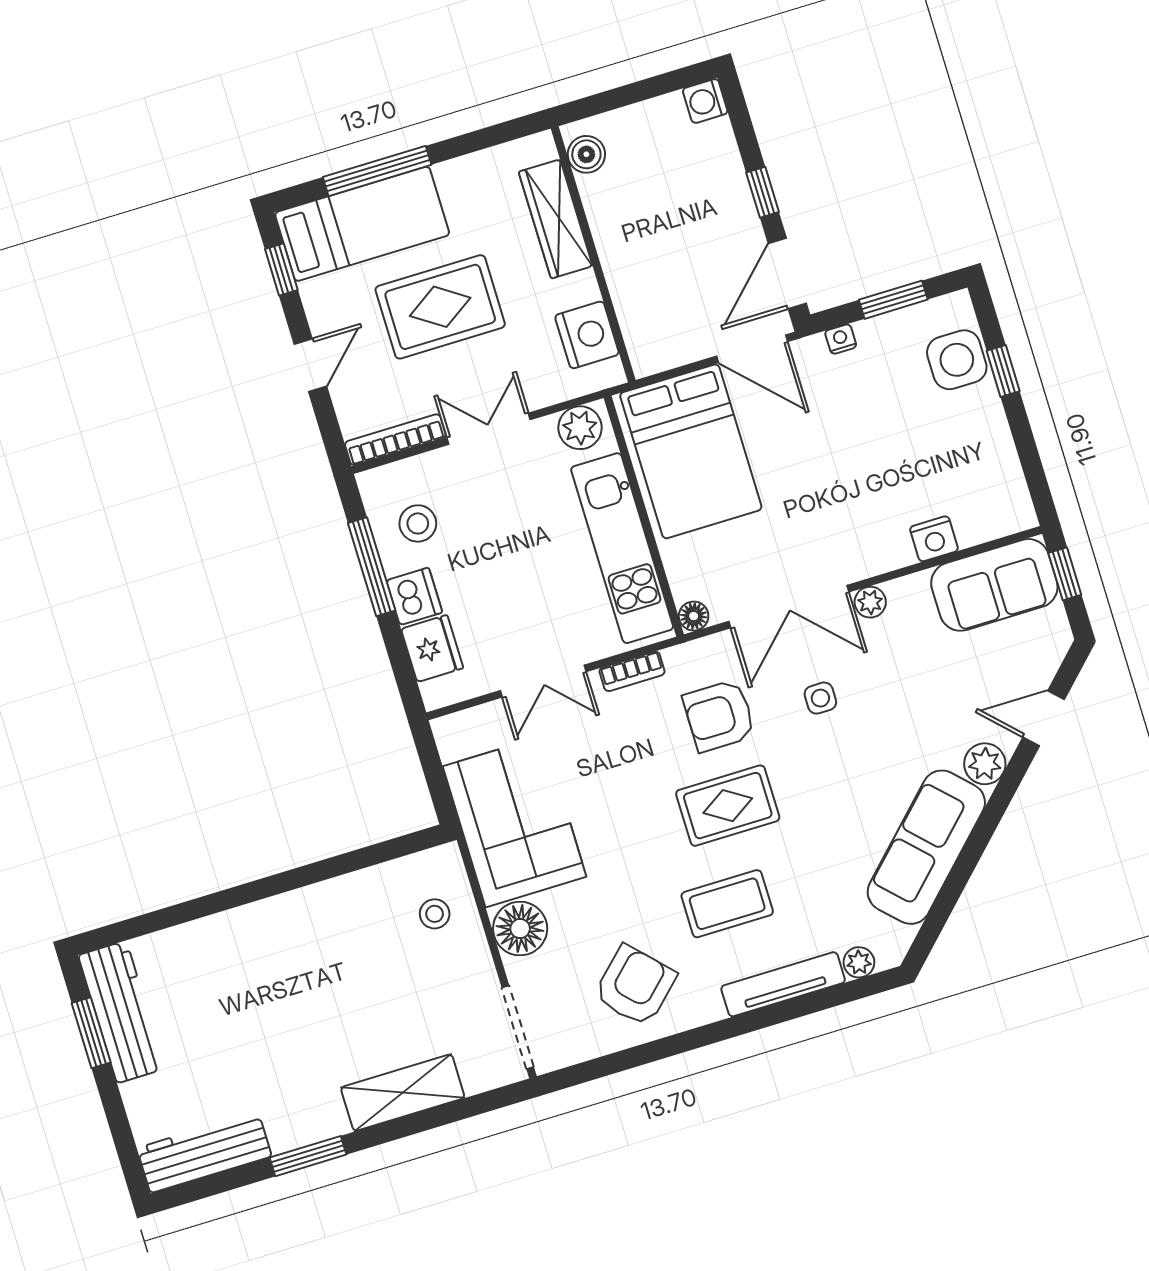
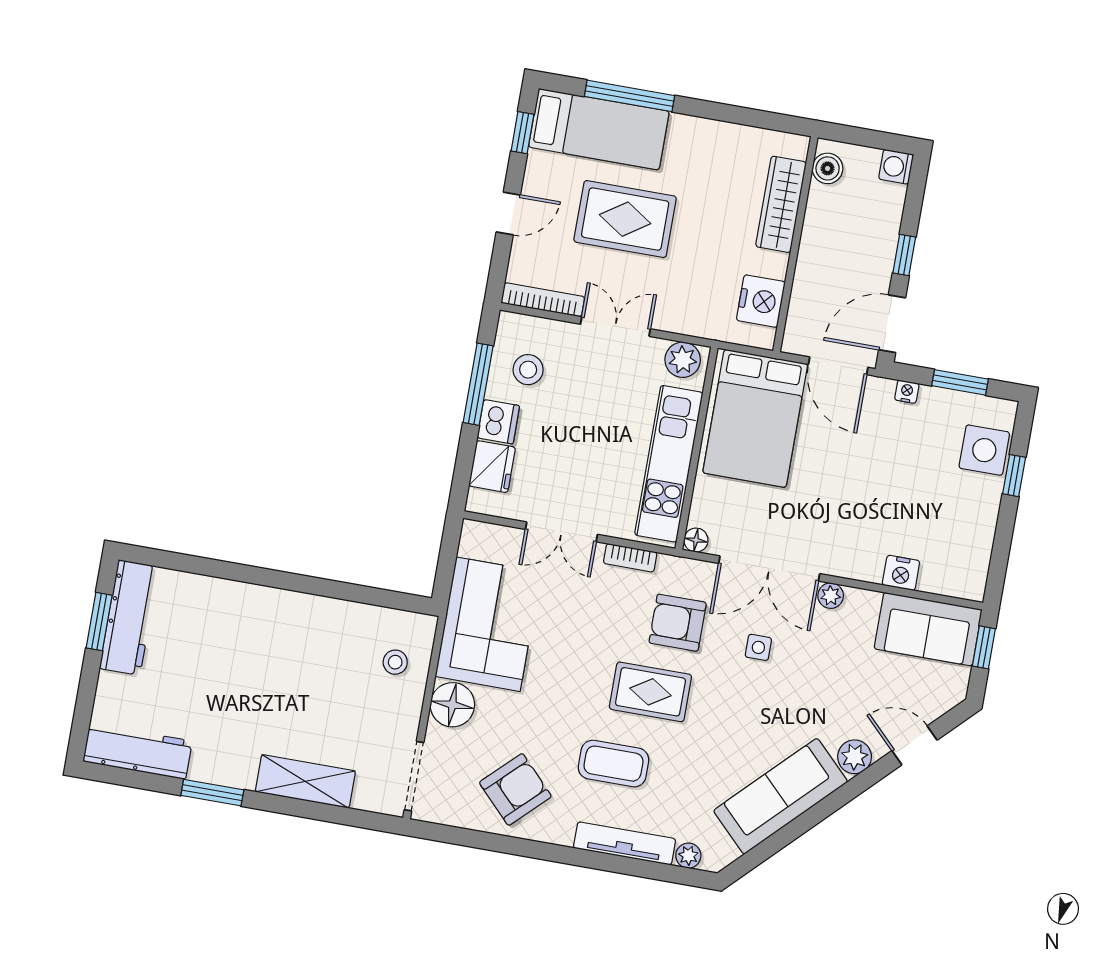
boiler: (586, 154) -> (828, 168), moved
wardrobe: (556, 219) -> (781, 204), moved
wall: (593, 254) -> (795, 244), moved
nightstand: (587, 335) -> (761, 301), moved

